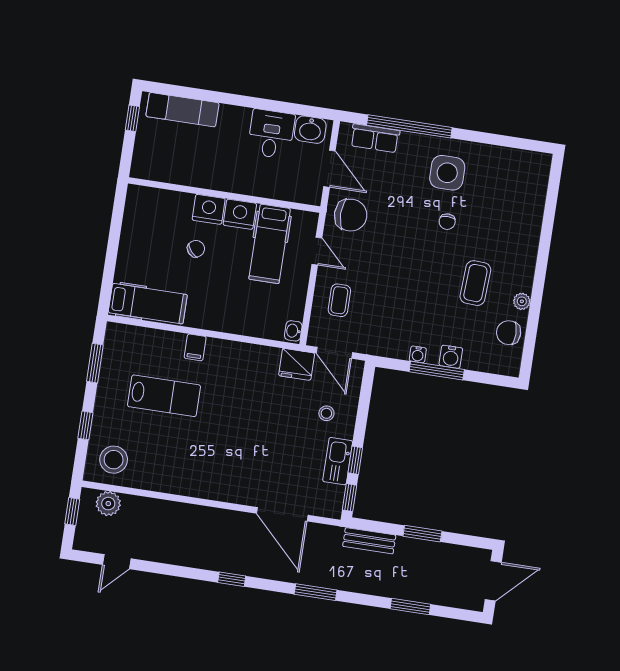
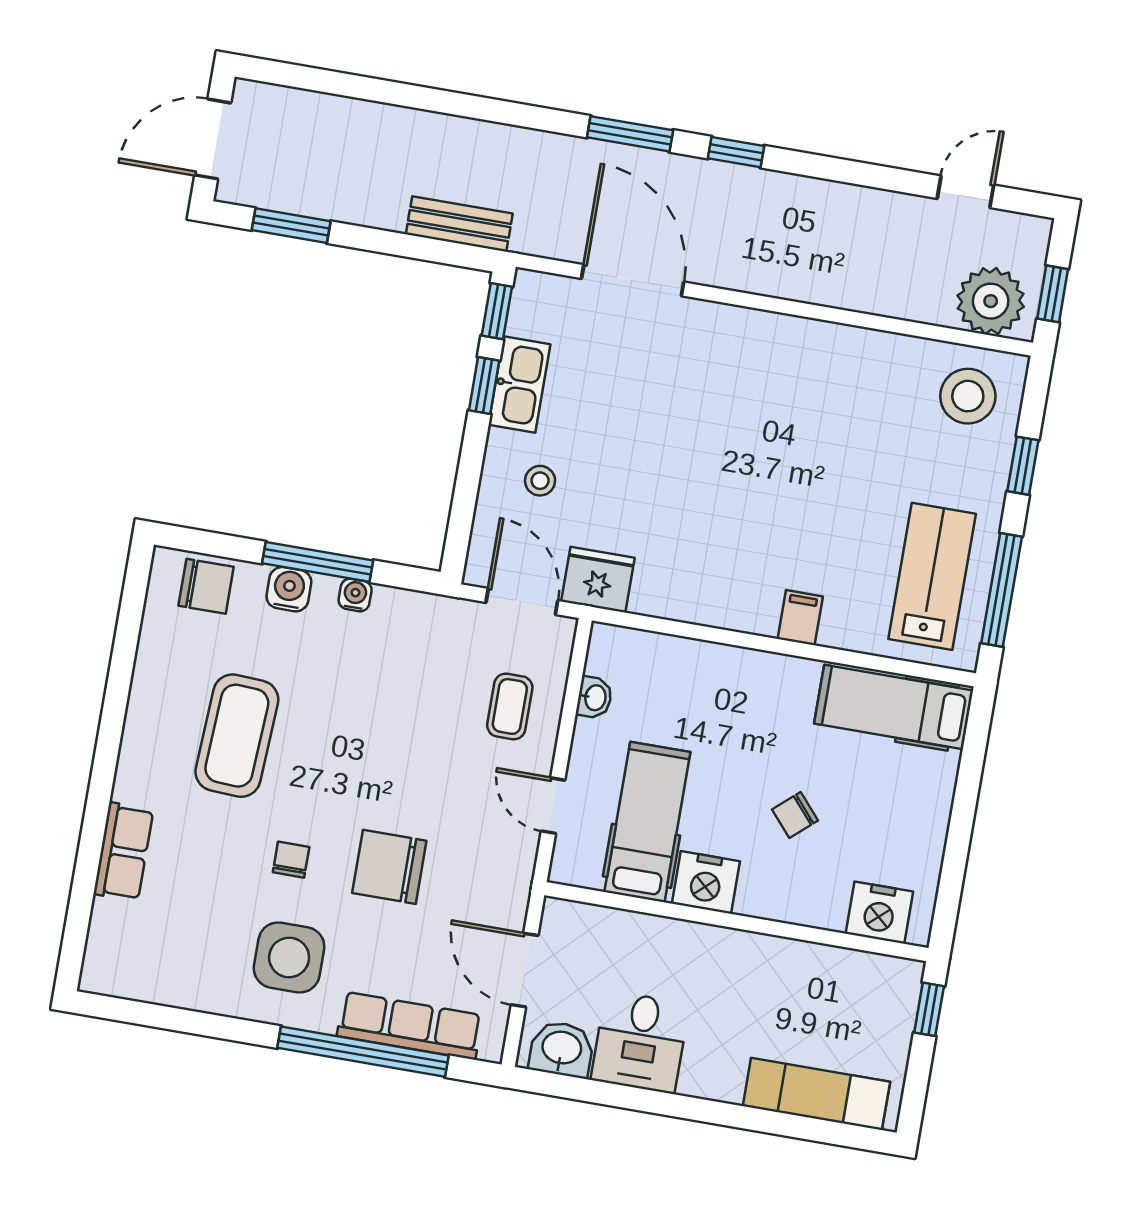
window: (132, 118) -> (929, 1009), moved
row of seats: (375, 138) -> (410, 1026), width x1.48
nightstand: (209, 209) -> (879, 913), moved
chair: (351, 215) -> (389, 867), moved
row of seats: (531, 224) -> (123, 852), added
coffee table: (475, 283) -> (237, 736), width x1.36, depth x1.32
plant: (522, 301) -> (145, 697), removed
washbasin: (293, 331) -> (595, 698), moved
chair: (509, 333) -> (206, 586), moved
window: (95, 363) -> (1002, 590), width x1.44
lab bench: (164, 396) -> (932, 576), moved, turned 90
plant: (108, 504) -> (991, 301), width x1.36, depth x1.36
window: (422, 534) -> (291, 226), moved
window: (316, 592) -> (630, 134), moved
window: (410, 607) -> (379, 91), removed

